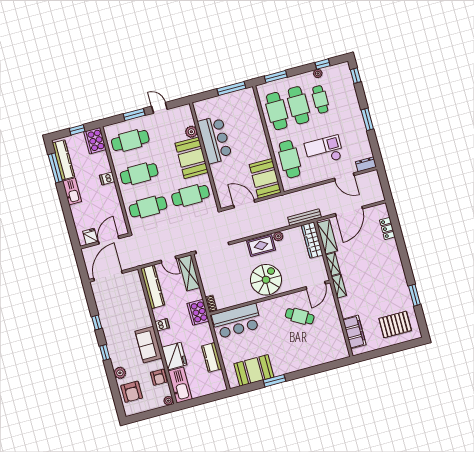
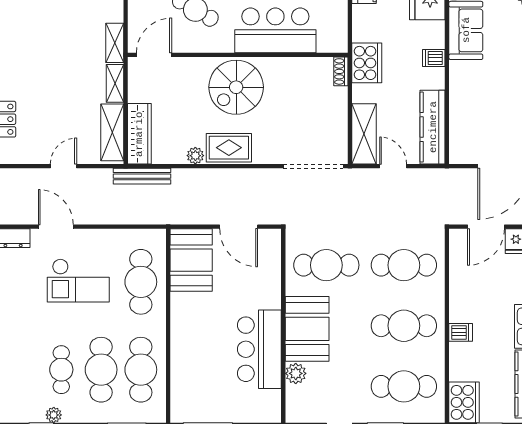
door: (349, 211) -> (64, 166), width x0.53
bar counter: (237, 321) -> (275, 30), moved

